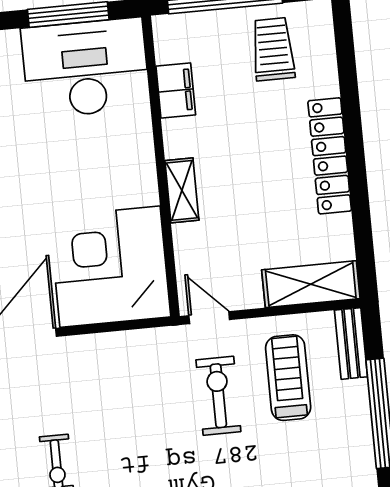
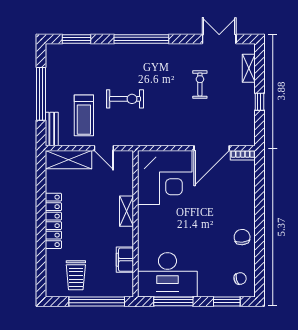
door: (209, 318) -> (104, 148), moved
exercise bike: (218, 396) -> (125, 99), moved, turned -90

